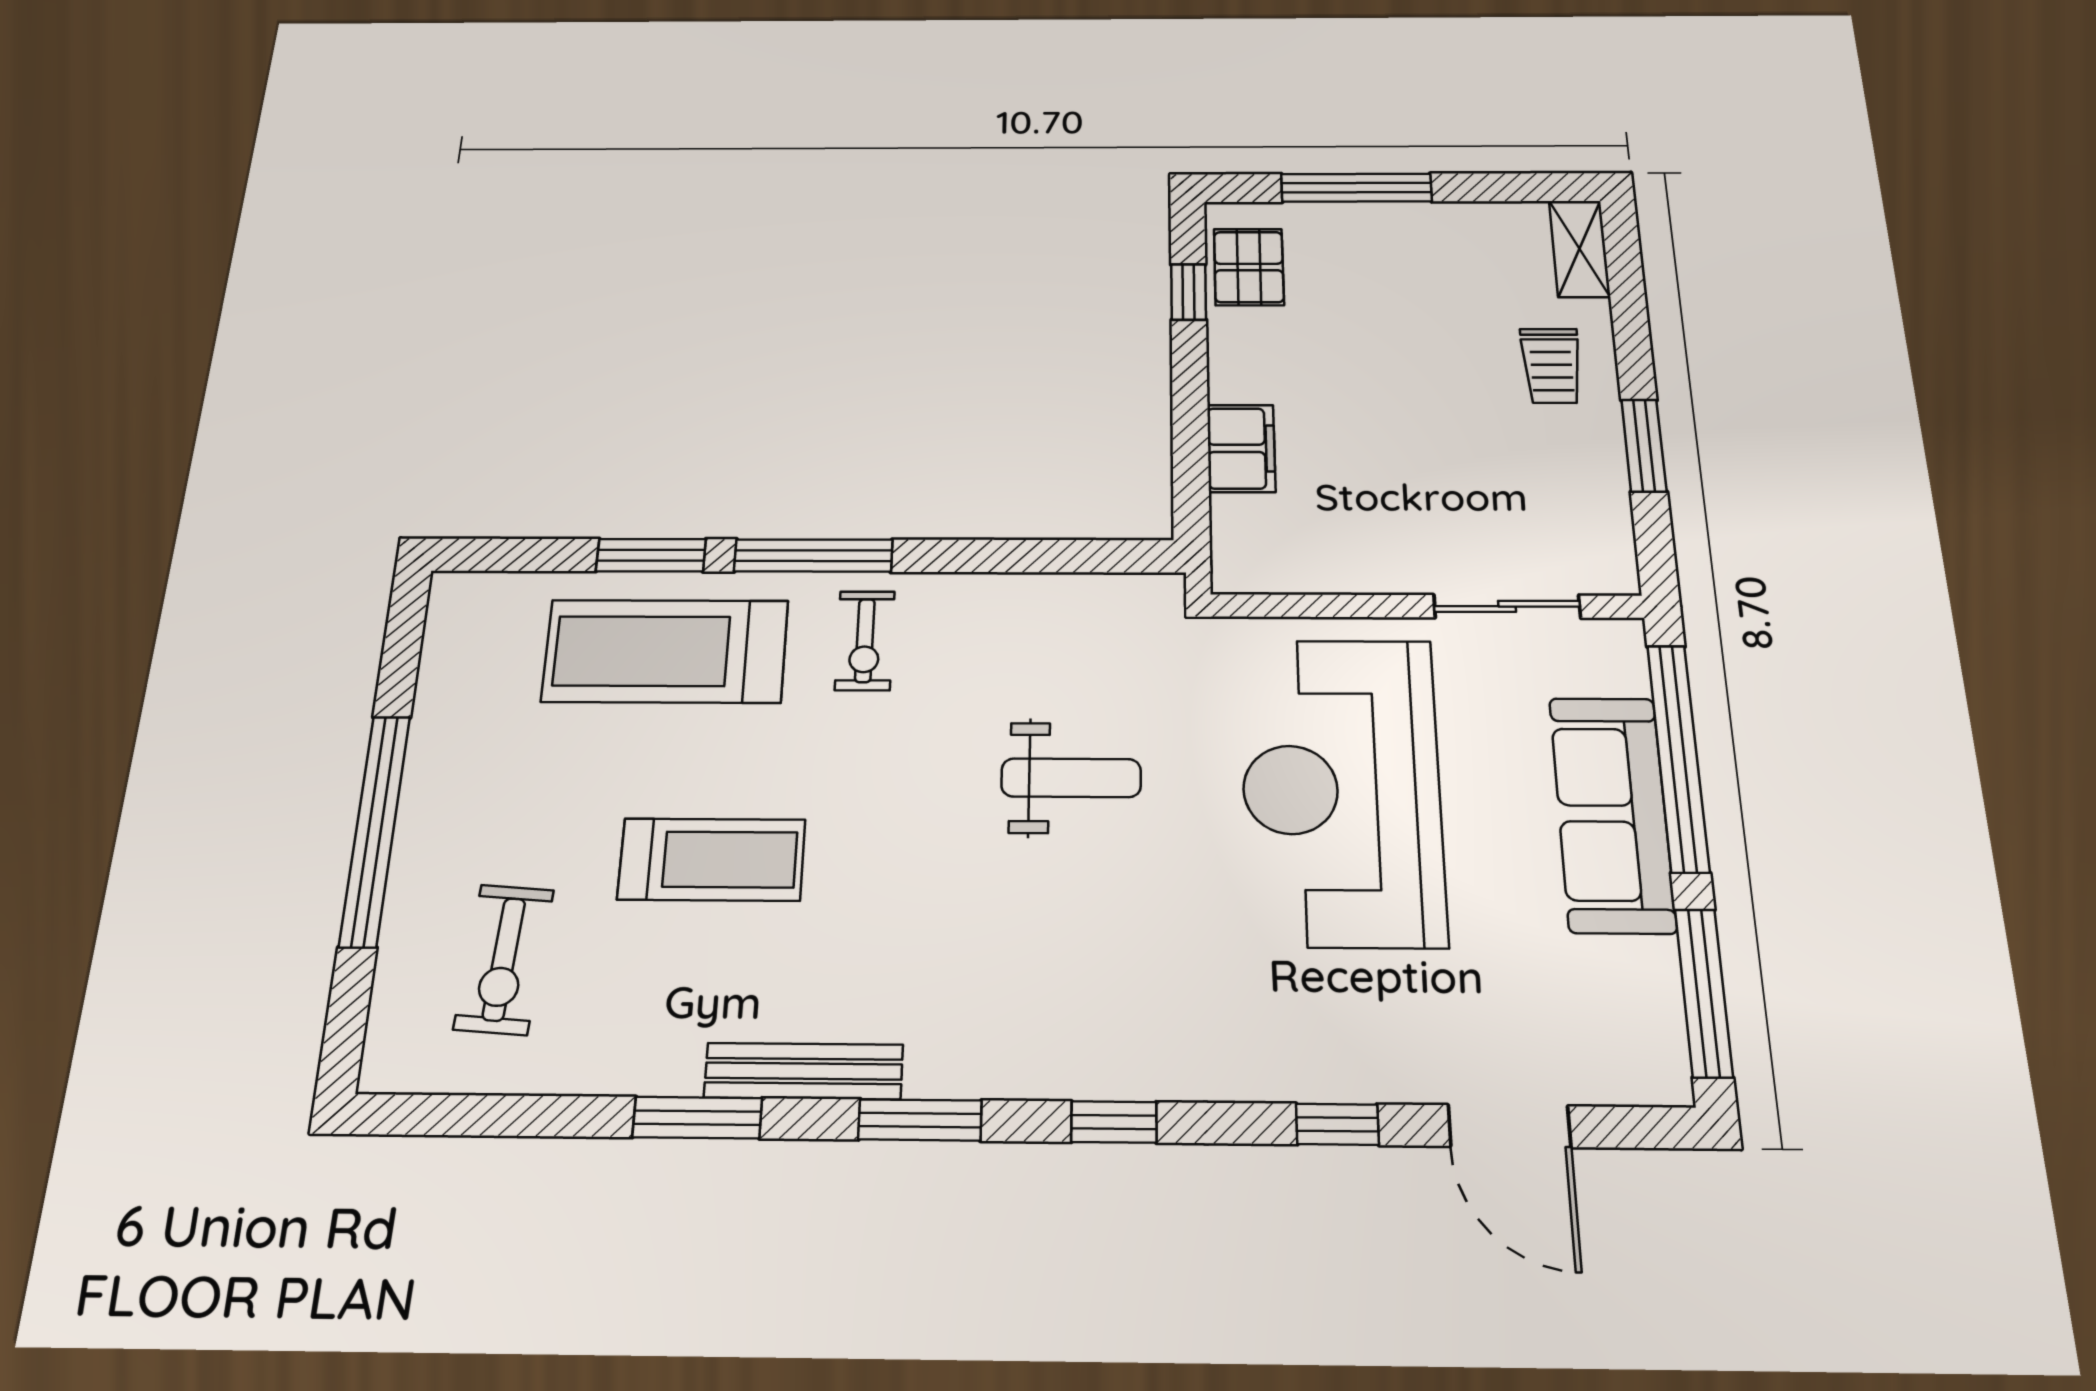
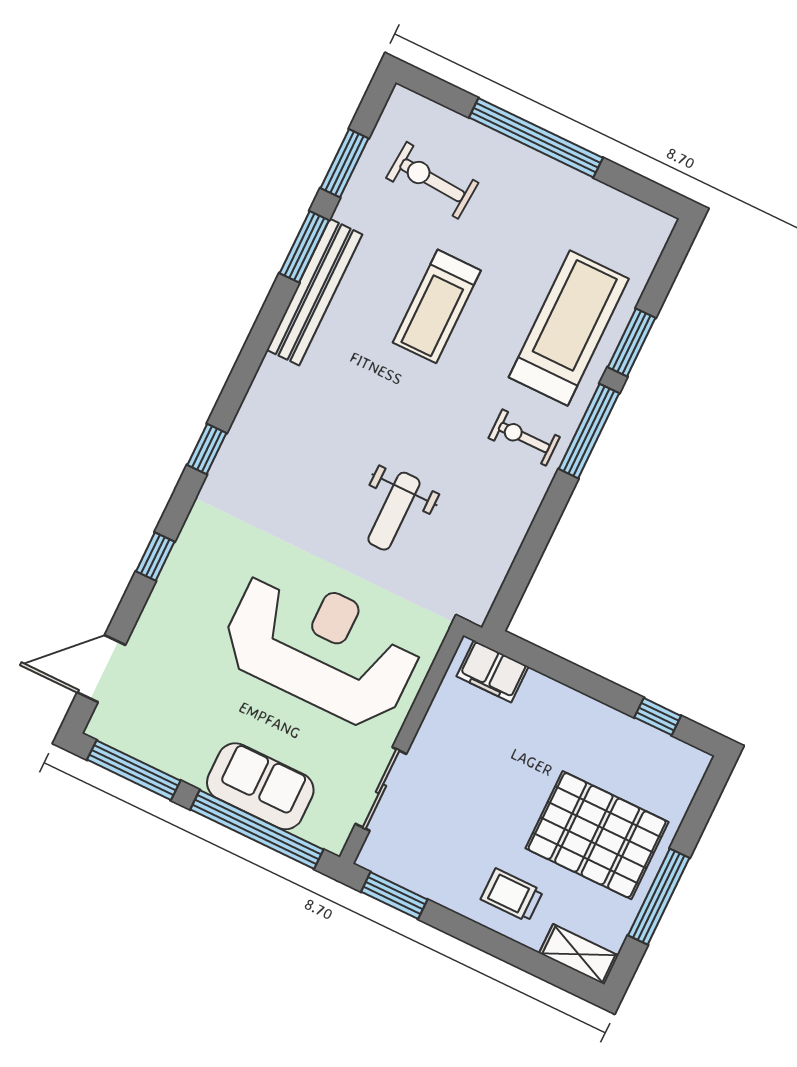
window: (1356, 188) -> (659, 897), moved
pallet: (1249, 267) -> (597, 835), moved, width x2.05, depth x2.00
window: (1644, 445) -> (394, 896), moved
filing cabinet: (1241, 448) -> (492, 671), moved
sofa: (1612, 814) -> (260, 786), width x0.73
bench: (804, 1071) -> (315, 292), width x1.37, depth x1.21
window: (920, 1120) -> (345, 163), moved
door: (1509, 1126) -> (101, 669), moved

